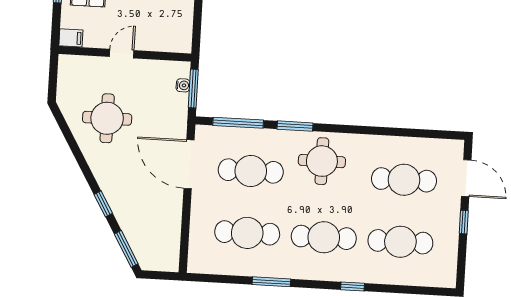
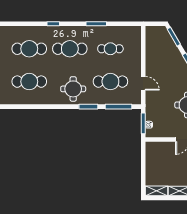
door: (189, 164) -> (143, 83), width x0.53
cafe table: (247, 233) -> (110, 49), width x0.73, depth x0.74

